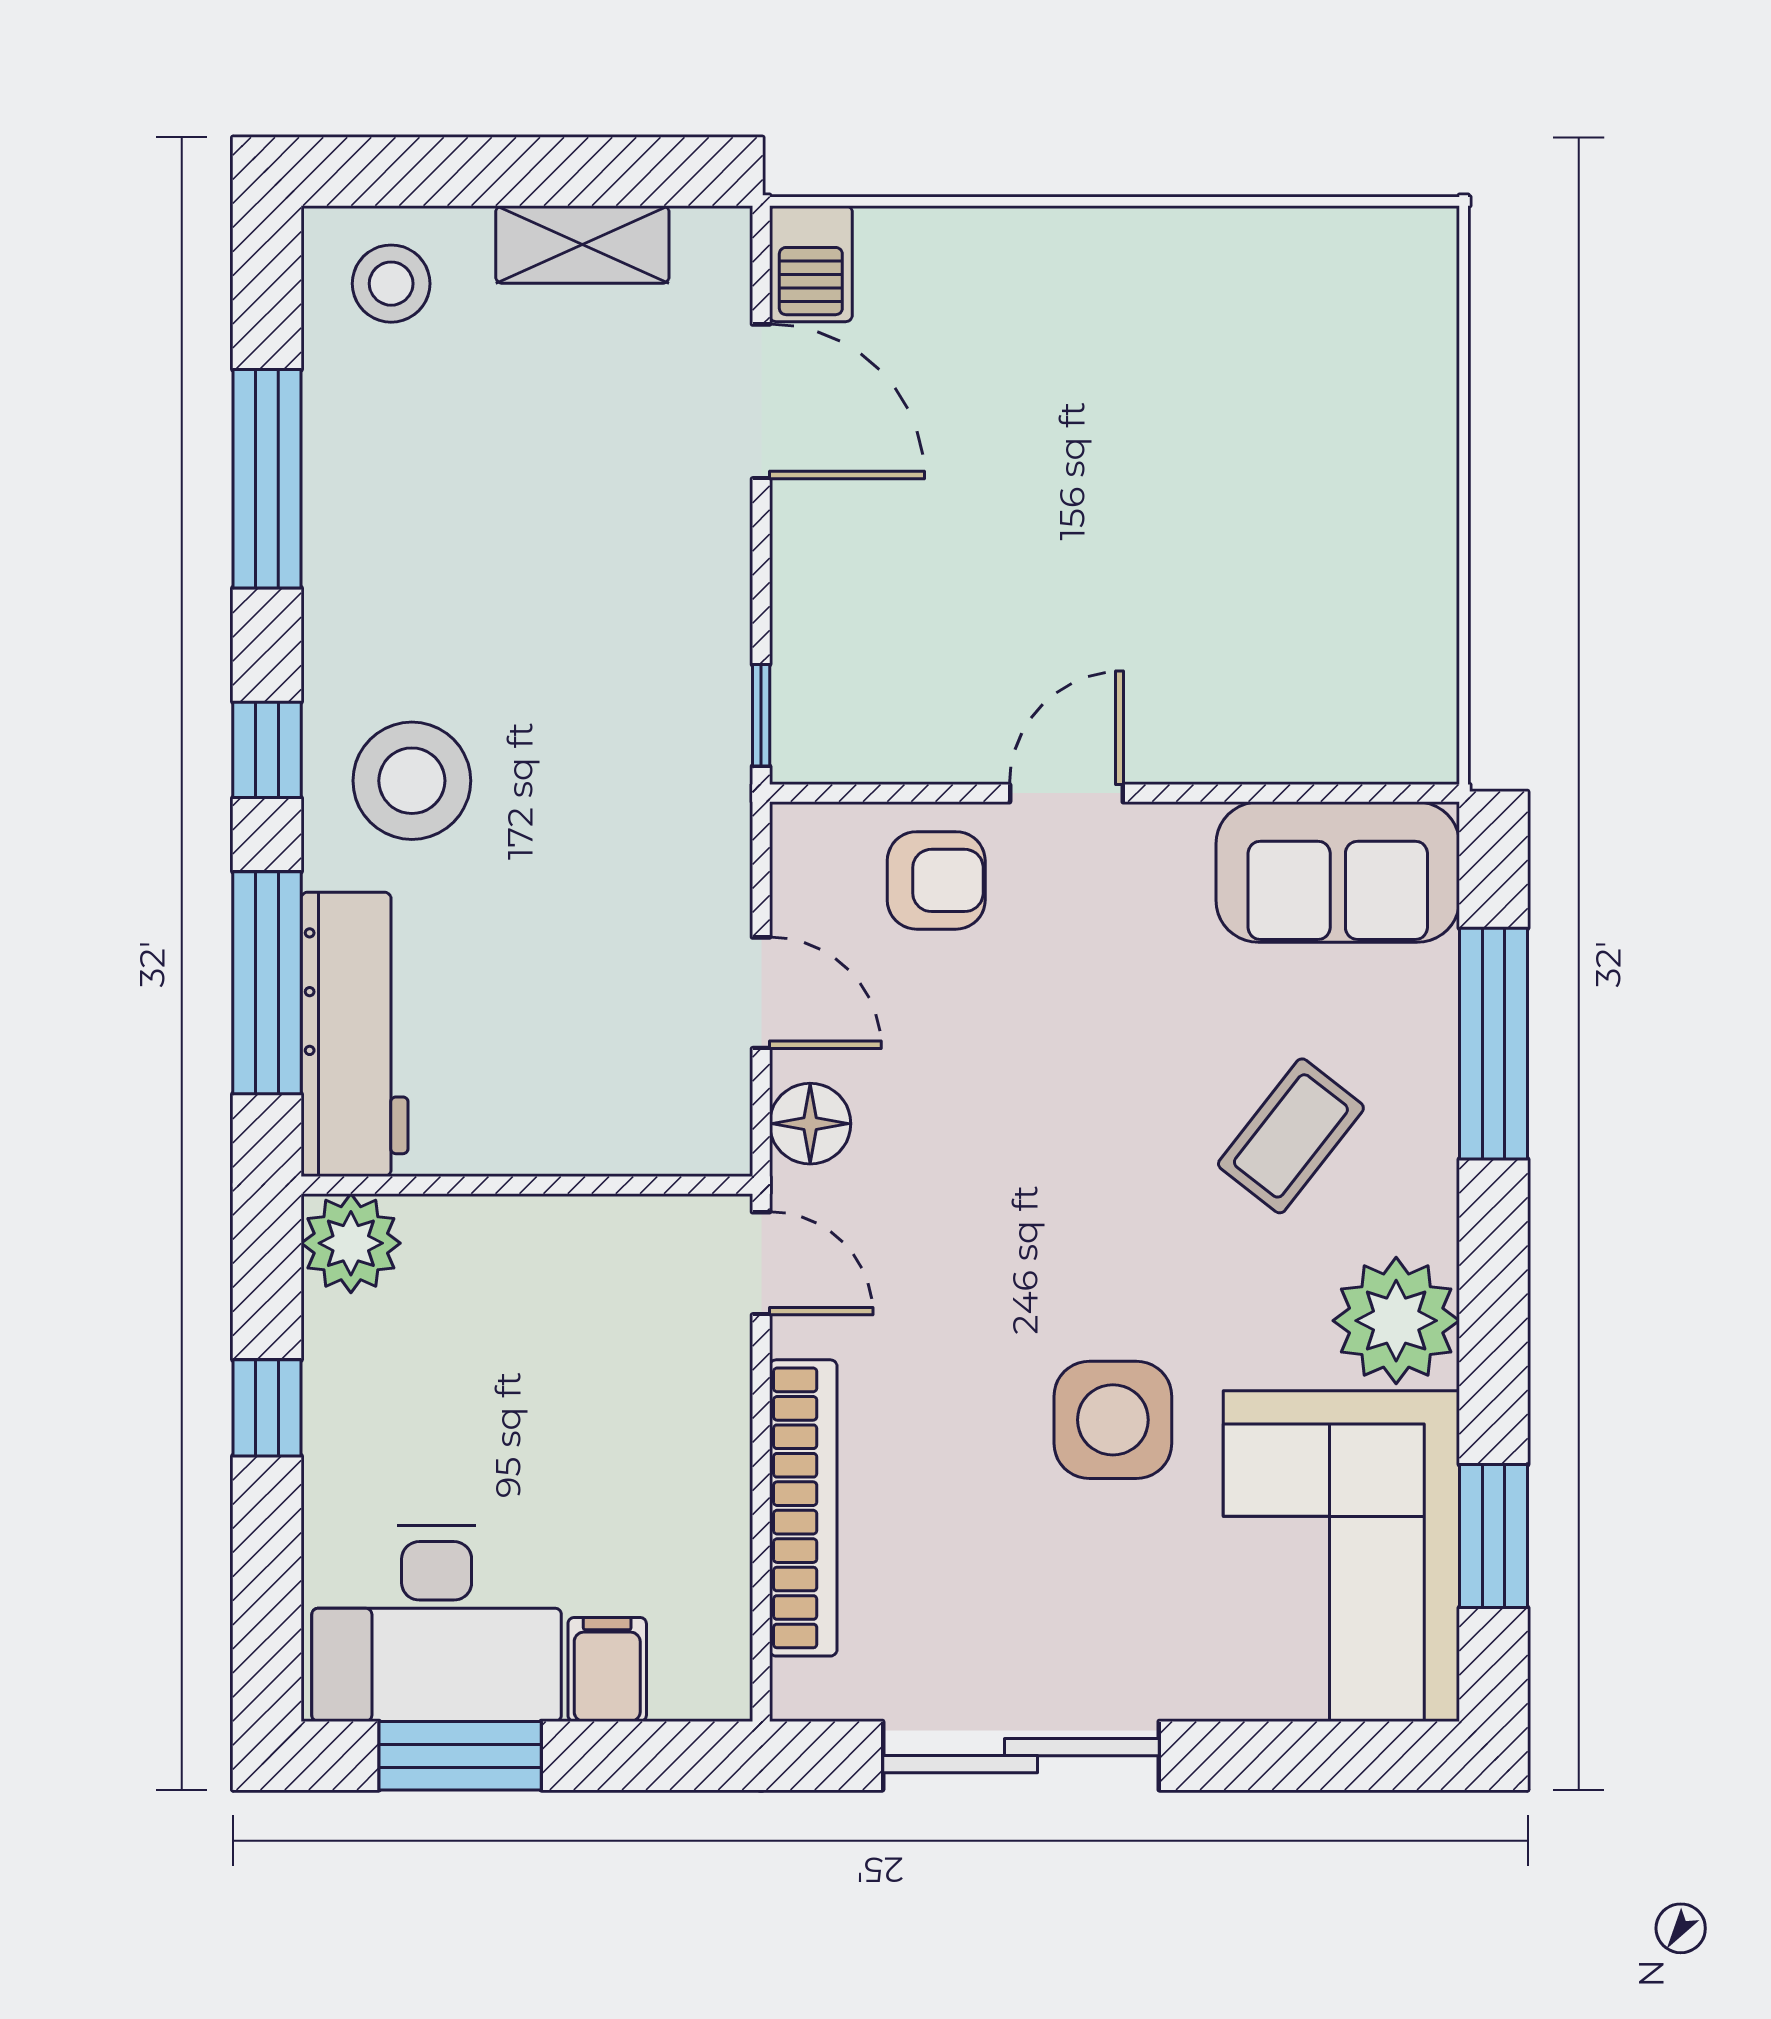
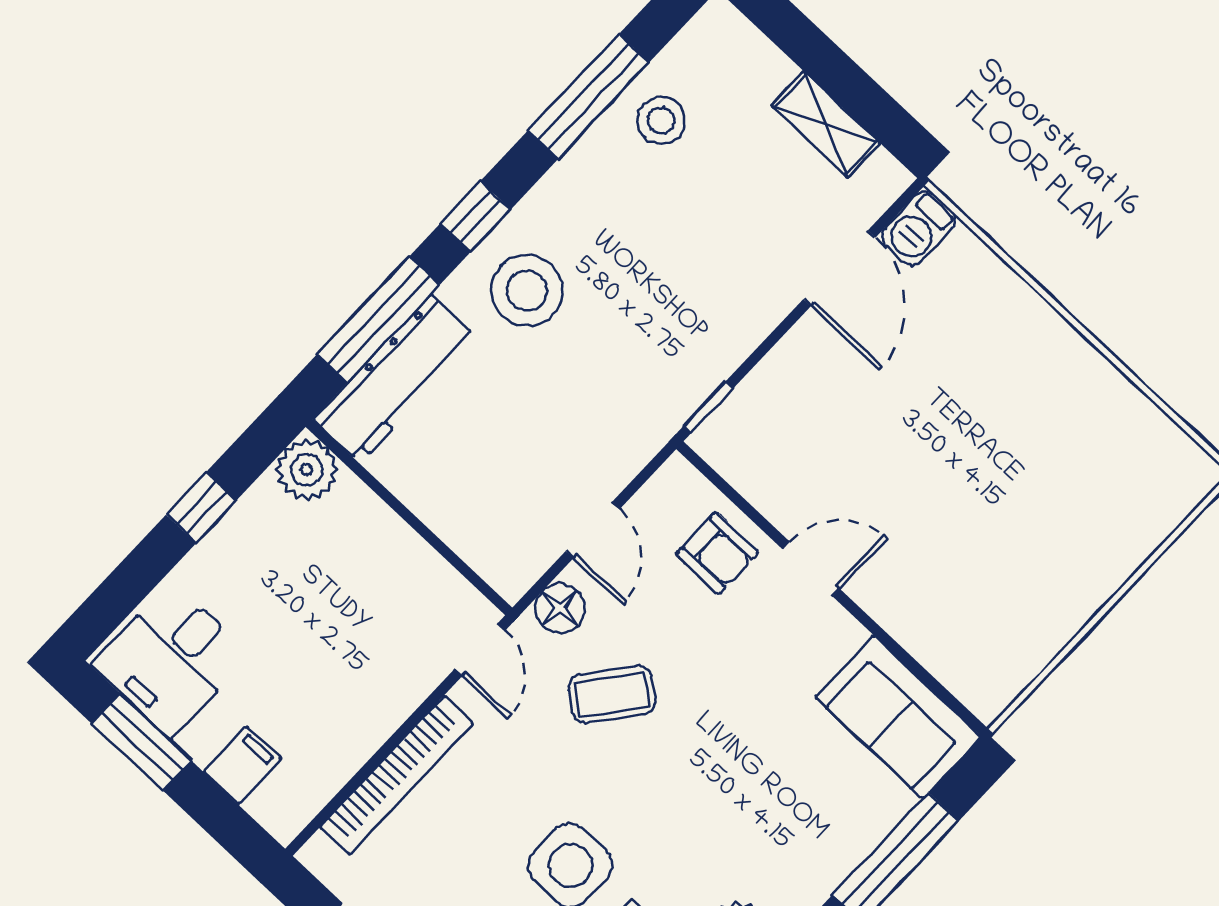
stool: (391, 284) -> (661, 120), moved
coffee table: (1291, 1136) -> (612, 694), moved
desk: (437, 1624) -> (171, 660), width x0.73

